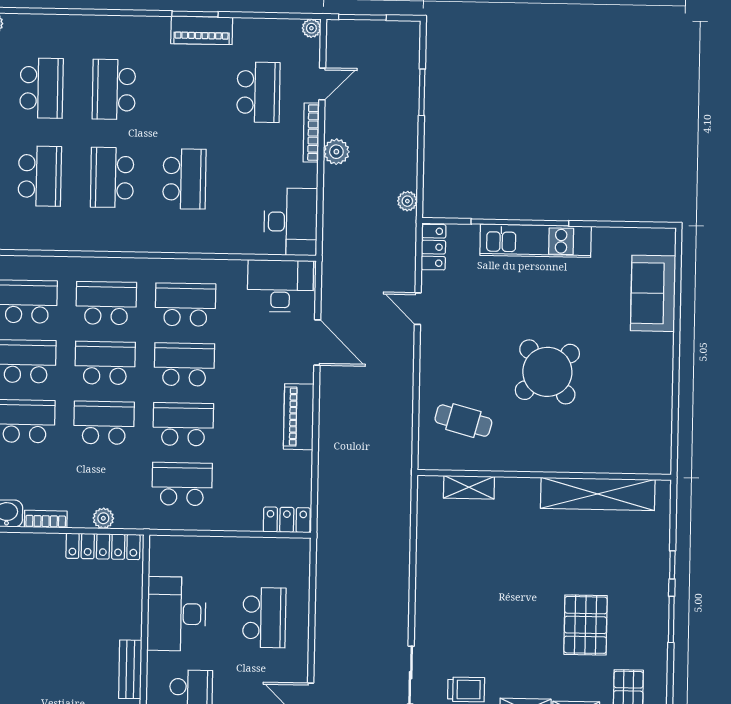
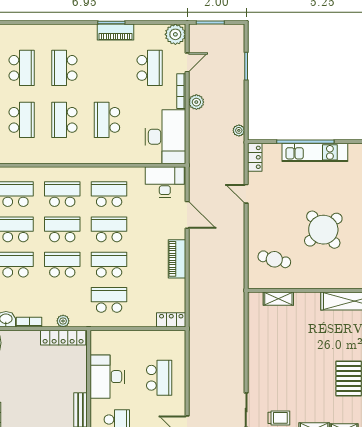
plant: (311, 28) -> (175, 34), width x1.88, depth x1.88
school desk: (184, 179) -> (107, 120), turned 180
desk: (291, 222) -> (165, 137), width x1.36, depth x1.30

